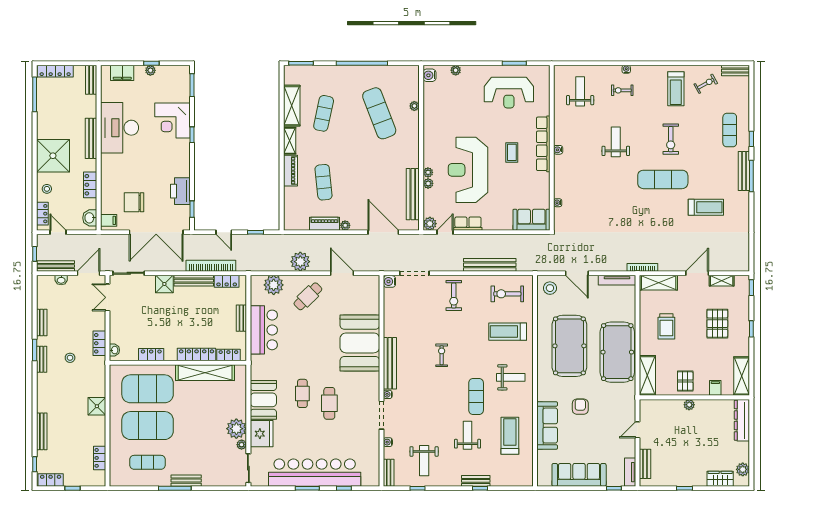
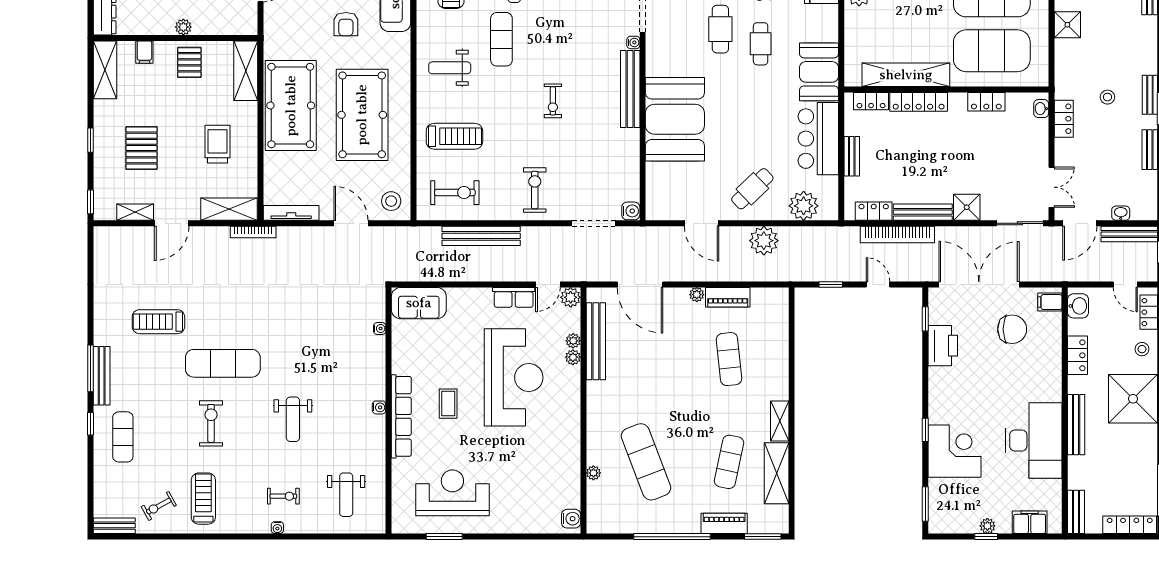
plant: (456, 70) -> (532, 526), removed
piano: (290, 171) -> (724, 523), moved, turned 90
plant: (428, 172) -> (573, 341), moved
booth: (263, 400) -> (819, 72), moved

